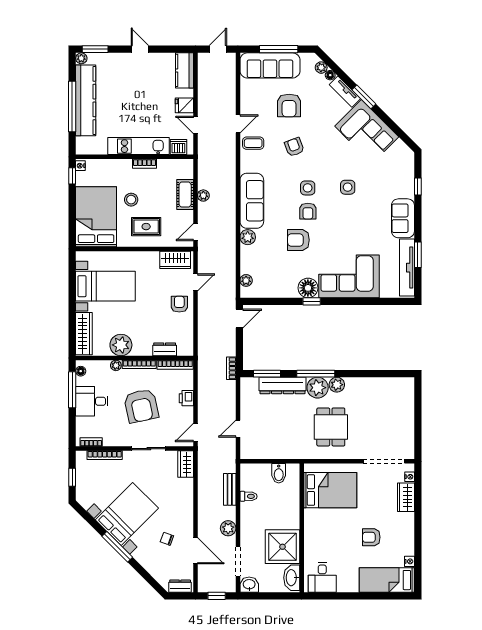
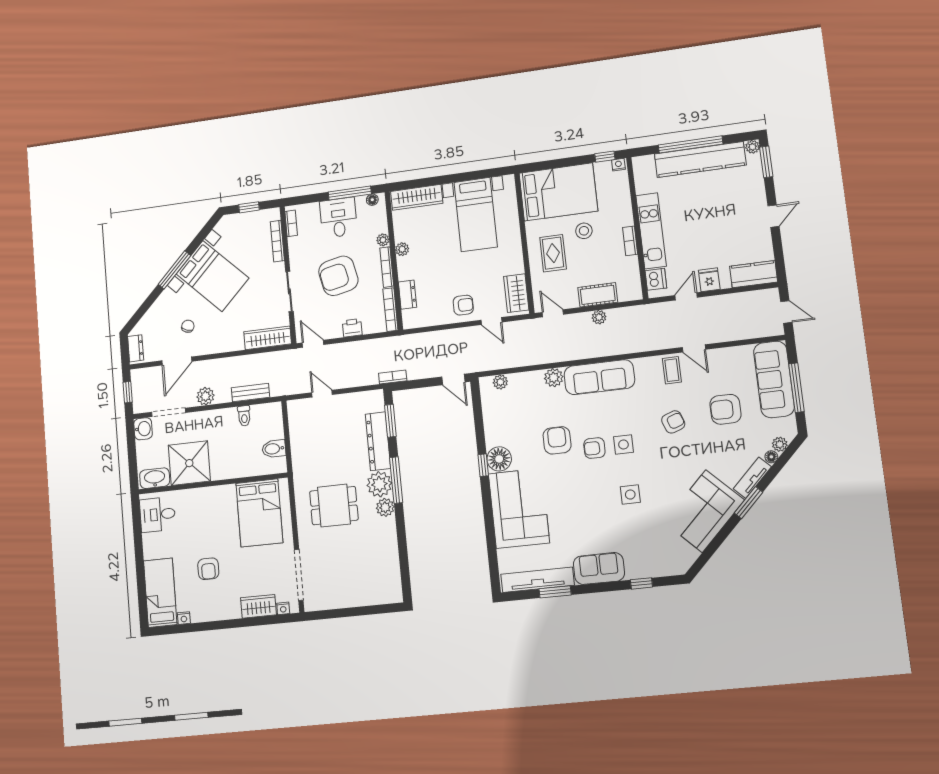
plant: (121, 345) -> (402, 249), width x0.53, depth x0.53
wardrobe: (186, 464) -> (268, 338), width x1.50
armchair: (371, 537) -> (208, 569), turned 180

